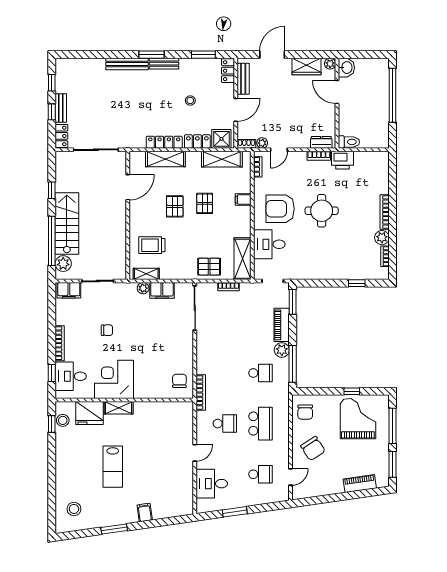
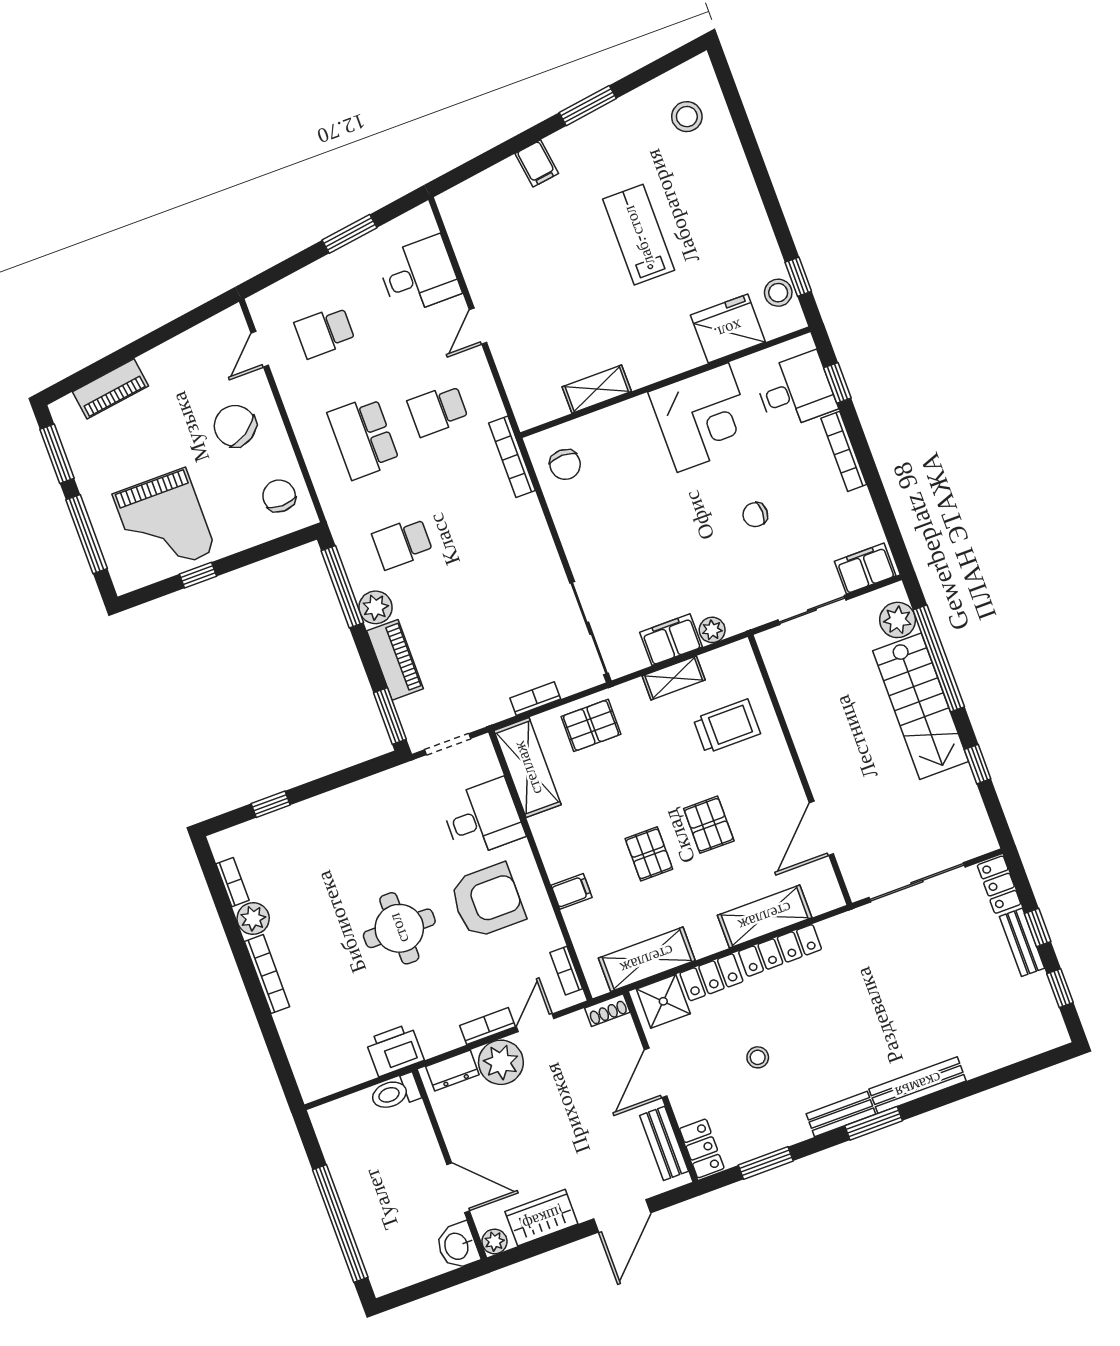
plant: (262, 143) -> (501, 1062), moved, width x1.88, depth x1.88
bookcase: (319, 156) -> (487, 1026), moved
shelving: (146, 274) -> (674, 678), moved
shelving: (119, 408) -> (597, 389), moved

